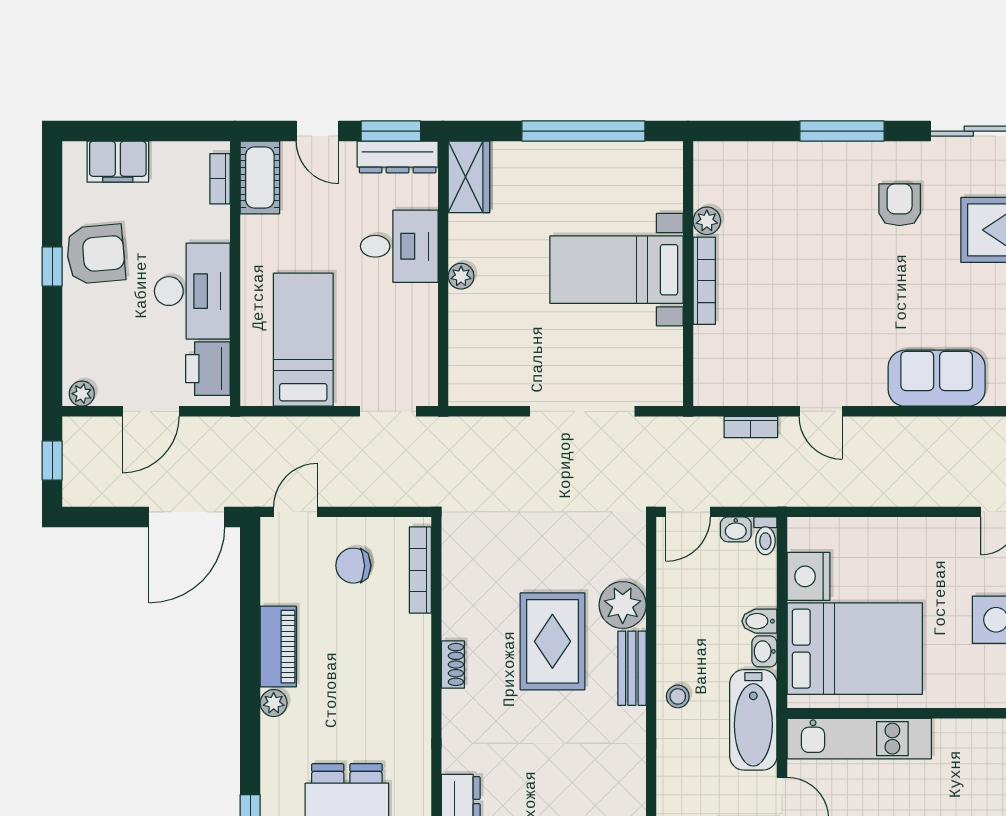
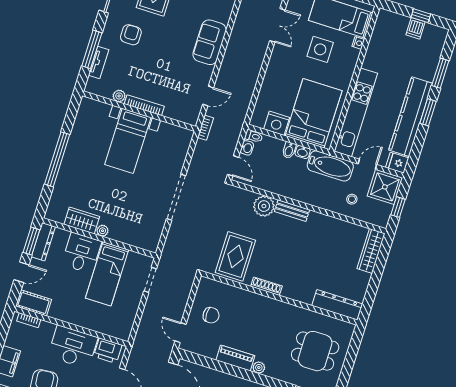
tv unit: (818, 154) -> (99, 63), added
wardrobe: (469, 177) -> (82, 220), moved
armchair: (900, 205) -> (131, 35), turned 90
plant: (707, 221) -> (119, 96), moved
bed with nightstands: (616, 270) -> (128, 141), moved
wall: (688, 274) -> (139, 111), moved
bookcase: (704, 281) -> (144, 105), moved
bed: (303, 340) -> (107, 274), moved, turned -90
chair: (353, 566) -> (211, 315), turned -90
bookcase: (420, 570) -> (222, 287), removed
rug: (552, 641) -> (235, 256), moved, turned 90
shoe rack: (453, 664) -> (266, 286), width x1.43
stool: (678, 696) -> (352, 199), moved
kitchen unit: (859, 739) -> (356, 112), width x1.36

